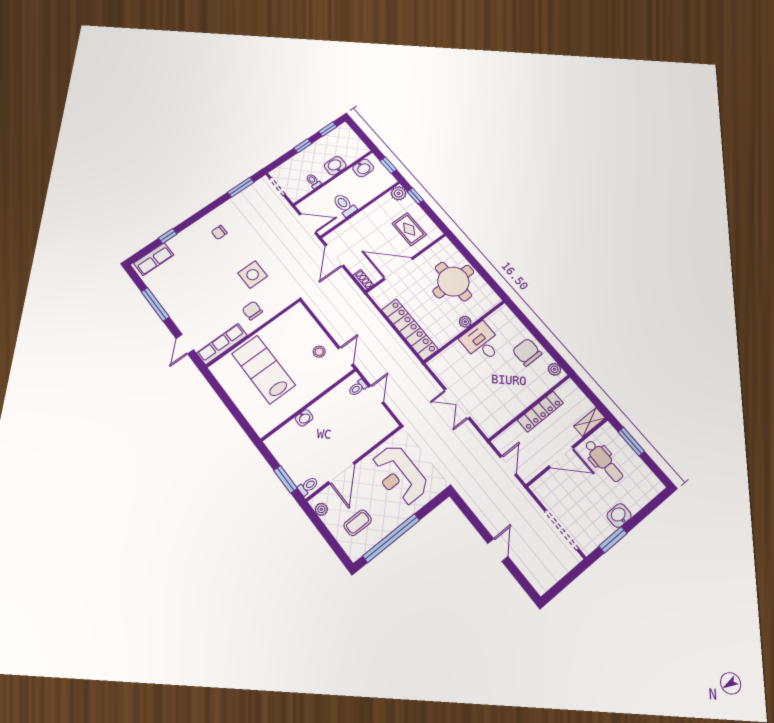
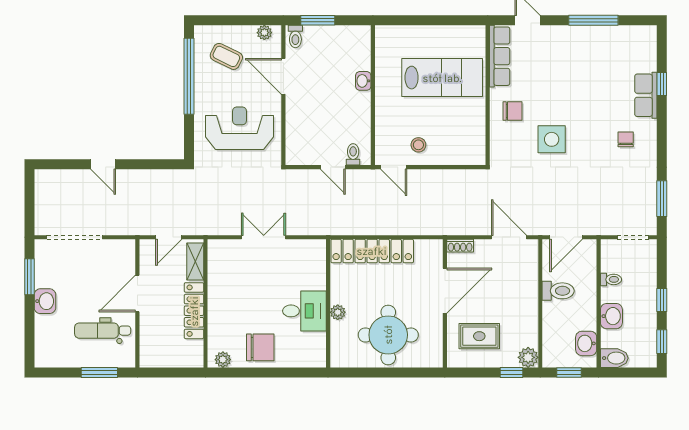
bidet: (359, 147) -> (614, 358), added
row of seats: (154, 259) -> (646, 95), moved
shelving: (589, 422) -> (195, 261), moved
door: (508, 465) -> (169, 237), hinge flipped
coffee table: (358, 523) -> (226, 56), turned -64

